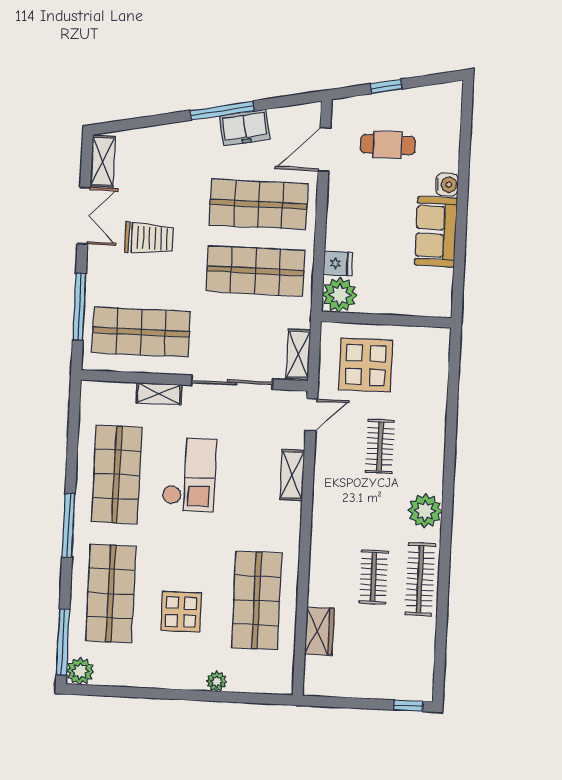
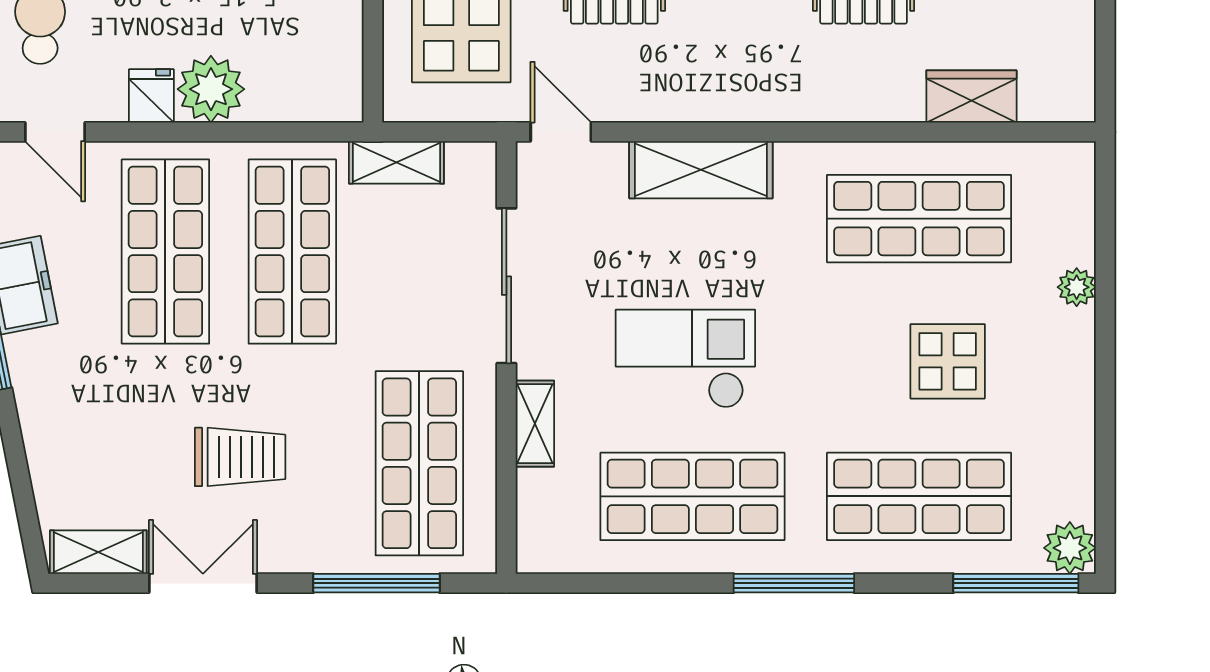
door: (324, 149) -> (55, 132), width x0.73
trolley: (149, 238) -> (240, 457), turned 90
fridge: (338, 263) -> (151, 96), moved
plant: (340, 295) -> (211, 89), moved
shelving: (298, 354) -> (396, 162), moved
shelving: (292, 475) -> (701, 170), width x1.50, depth x1.33

